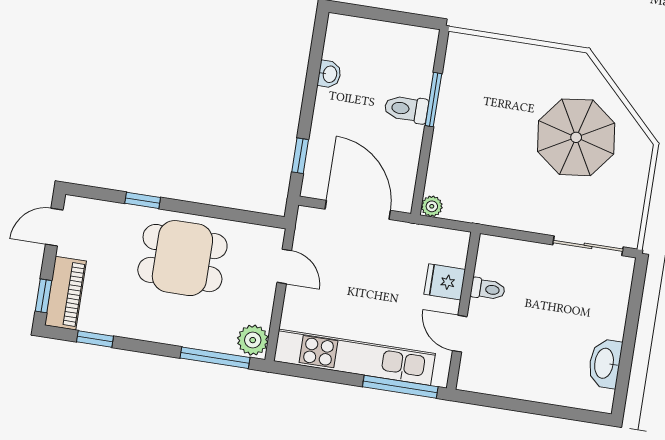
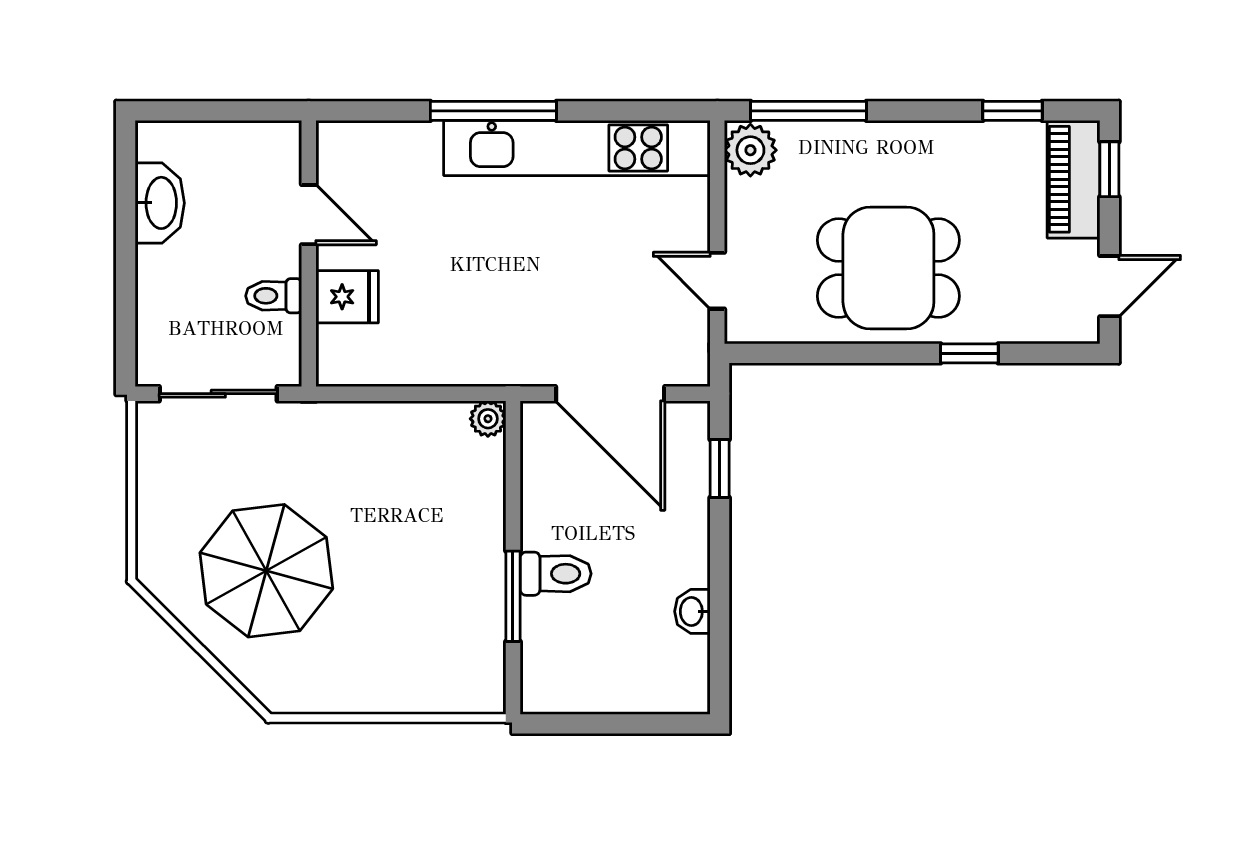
fridge: (445, 282) -> (347, 297), moved
toilet: (488, 289) -> (274, 296), moved
wall: (463, 311) -> (309, 253), moved
door: (460, 334) -> (309, 215), moved

